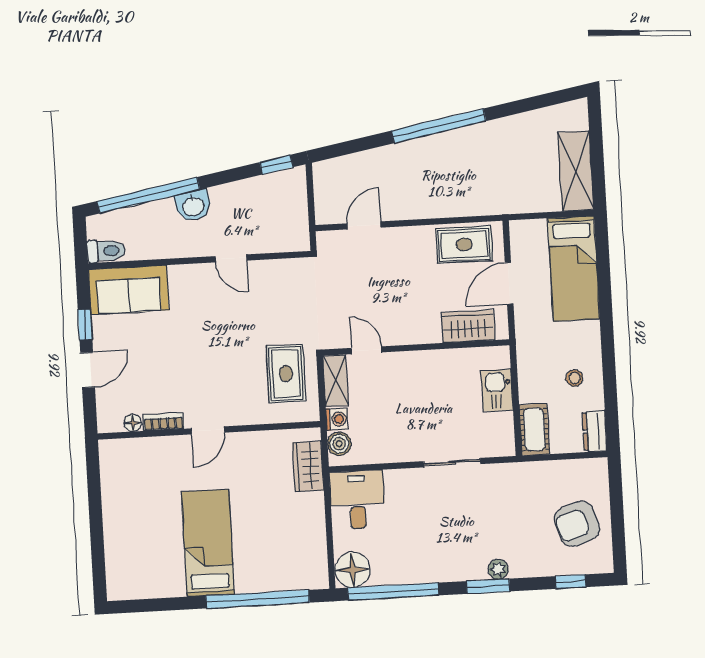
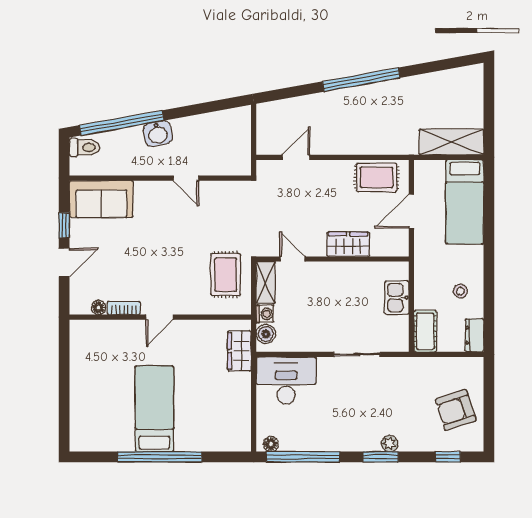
window: (276, 165) -> (227, 104), removed
shelving: (576, 171) -> (451, 142), moved, turned 90
toilet: (106, 251) -> (85, 147), moved
wardrobe: (468, 326) -> (348, 244), moved
desk: (357, 500) -> (286, 381), width x1.37
floor lamp: (353, 570) -> (271, 444), width x0.53, depth x0.53
window: (258, 599) -> (160, 457), moved

